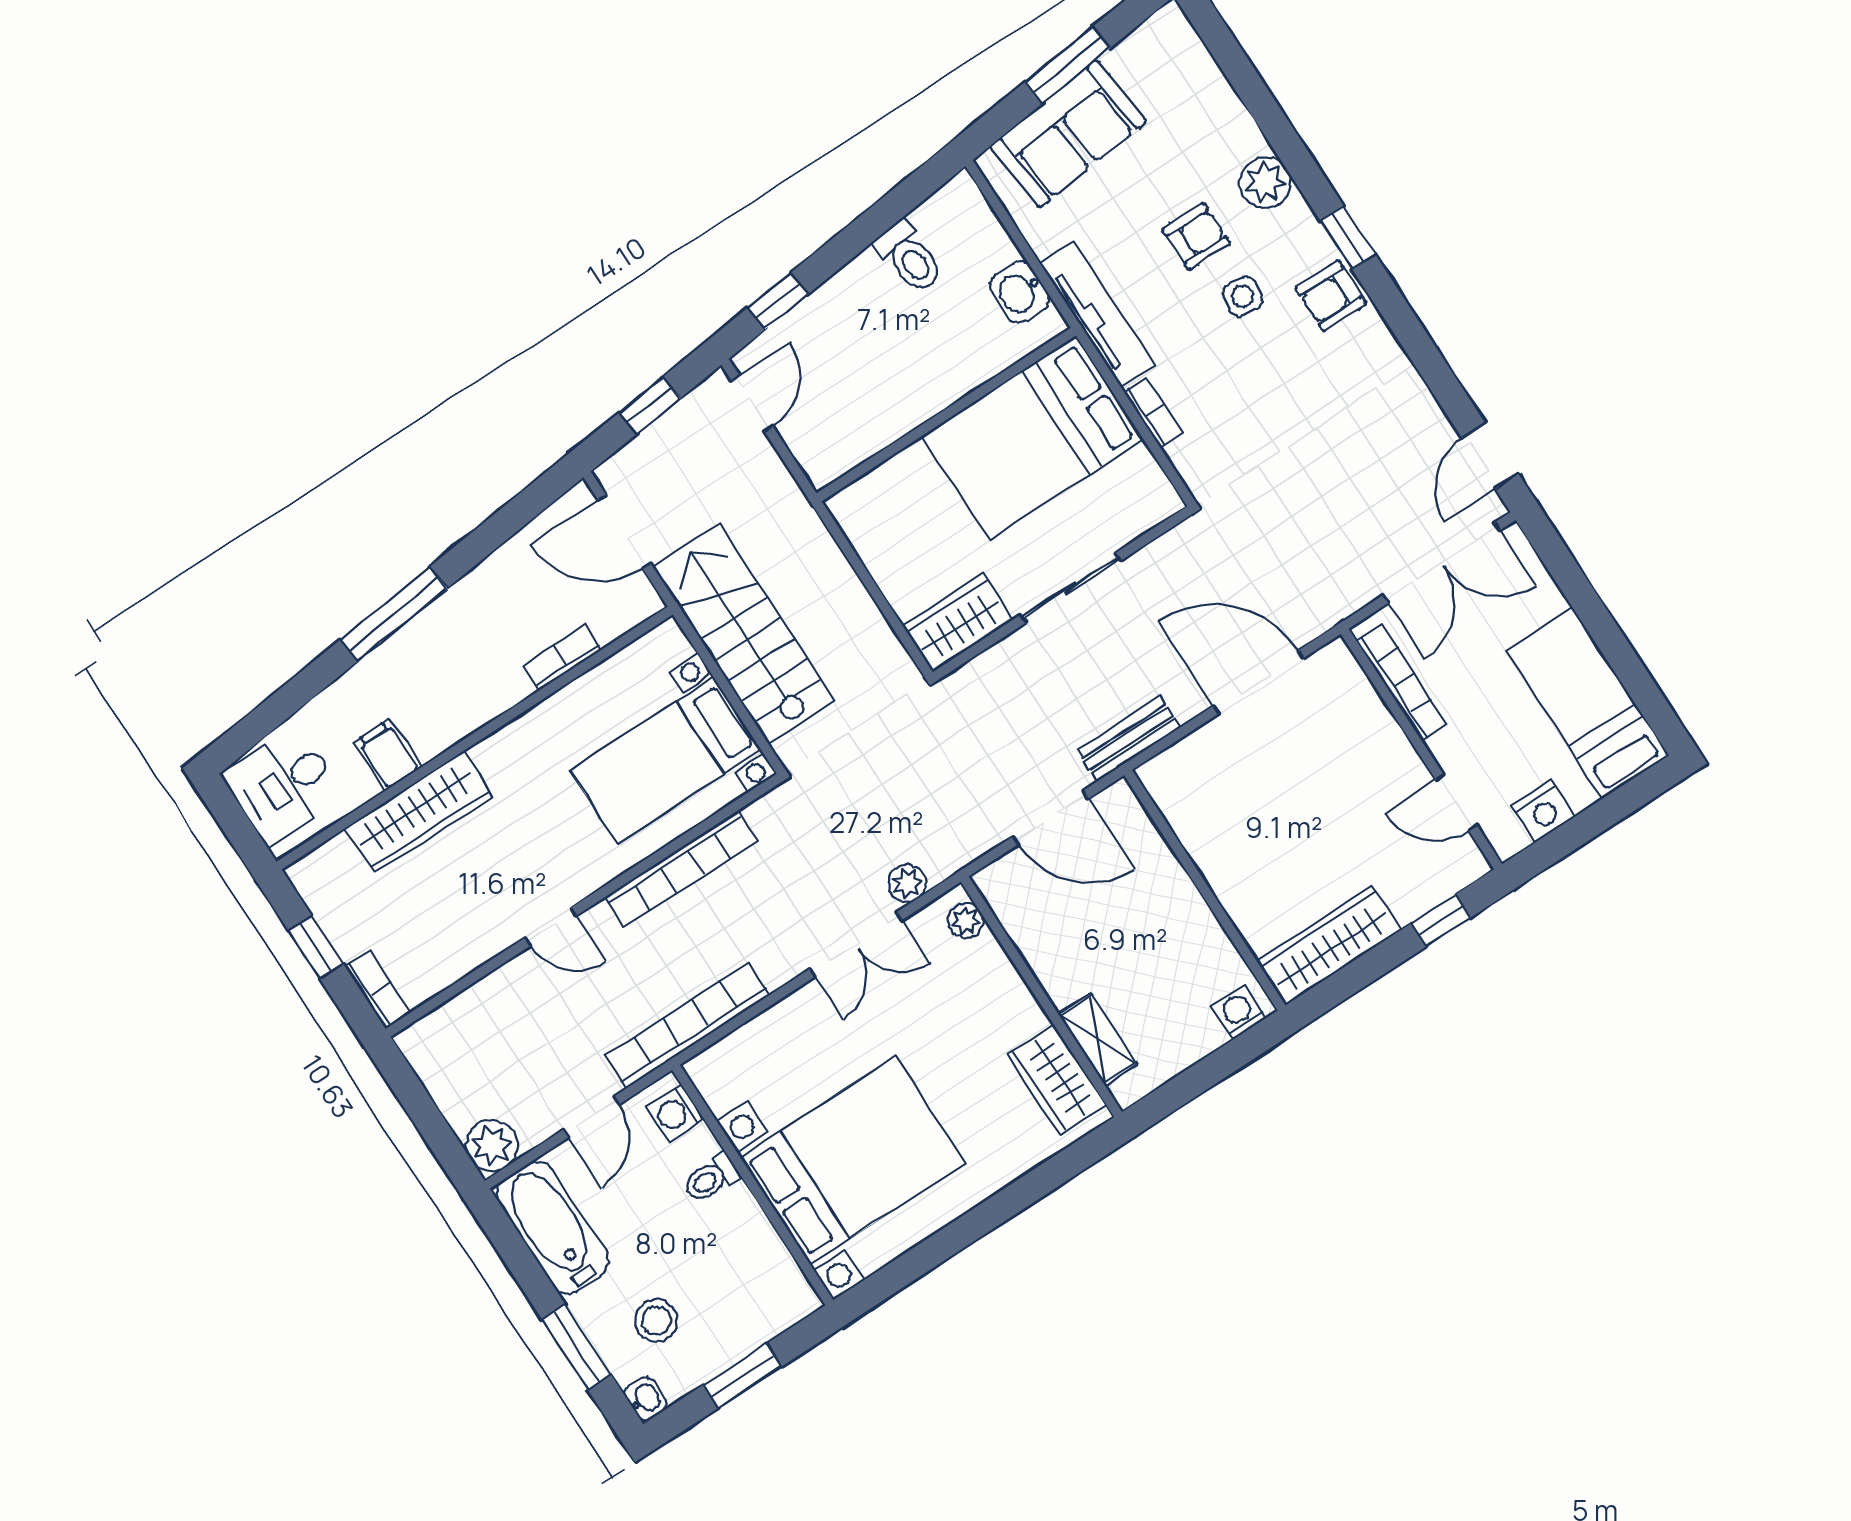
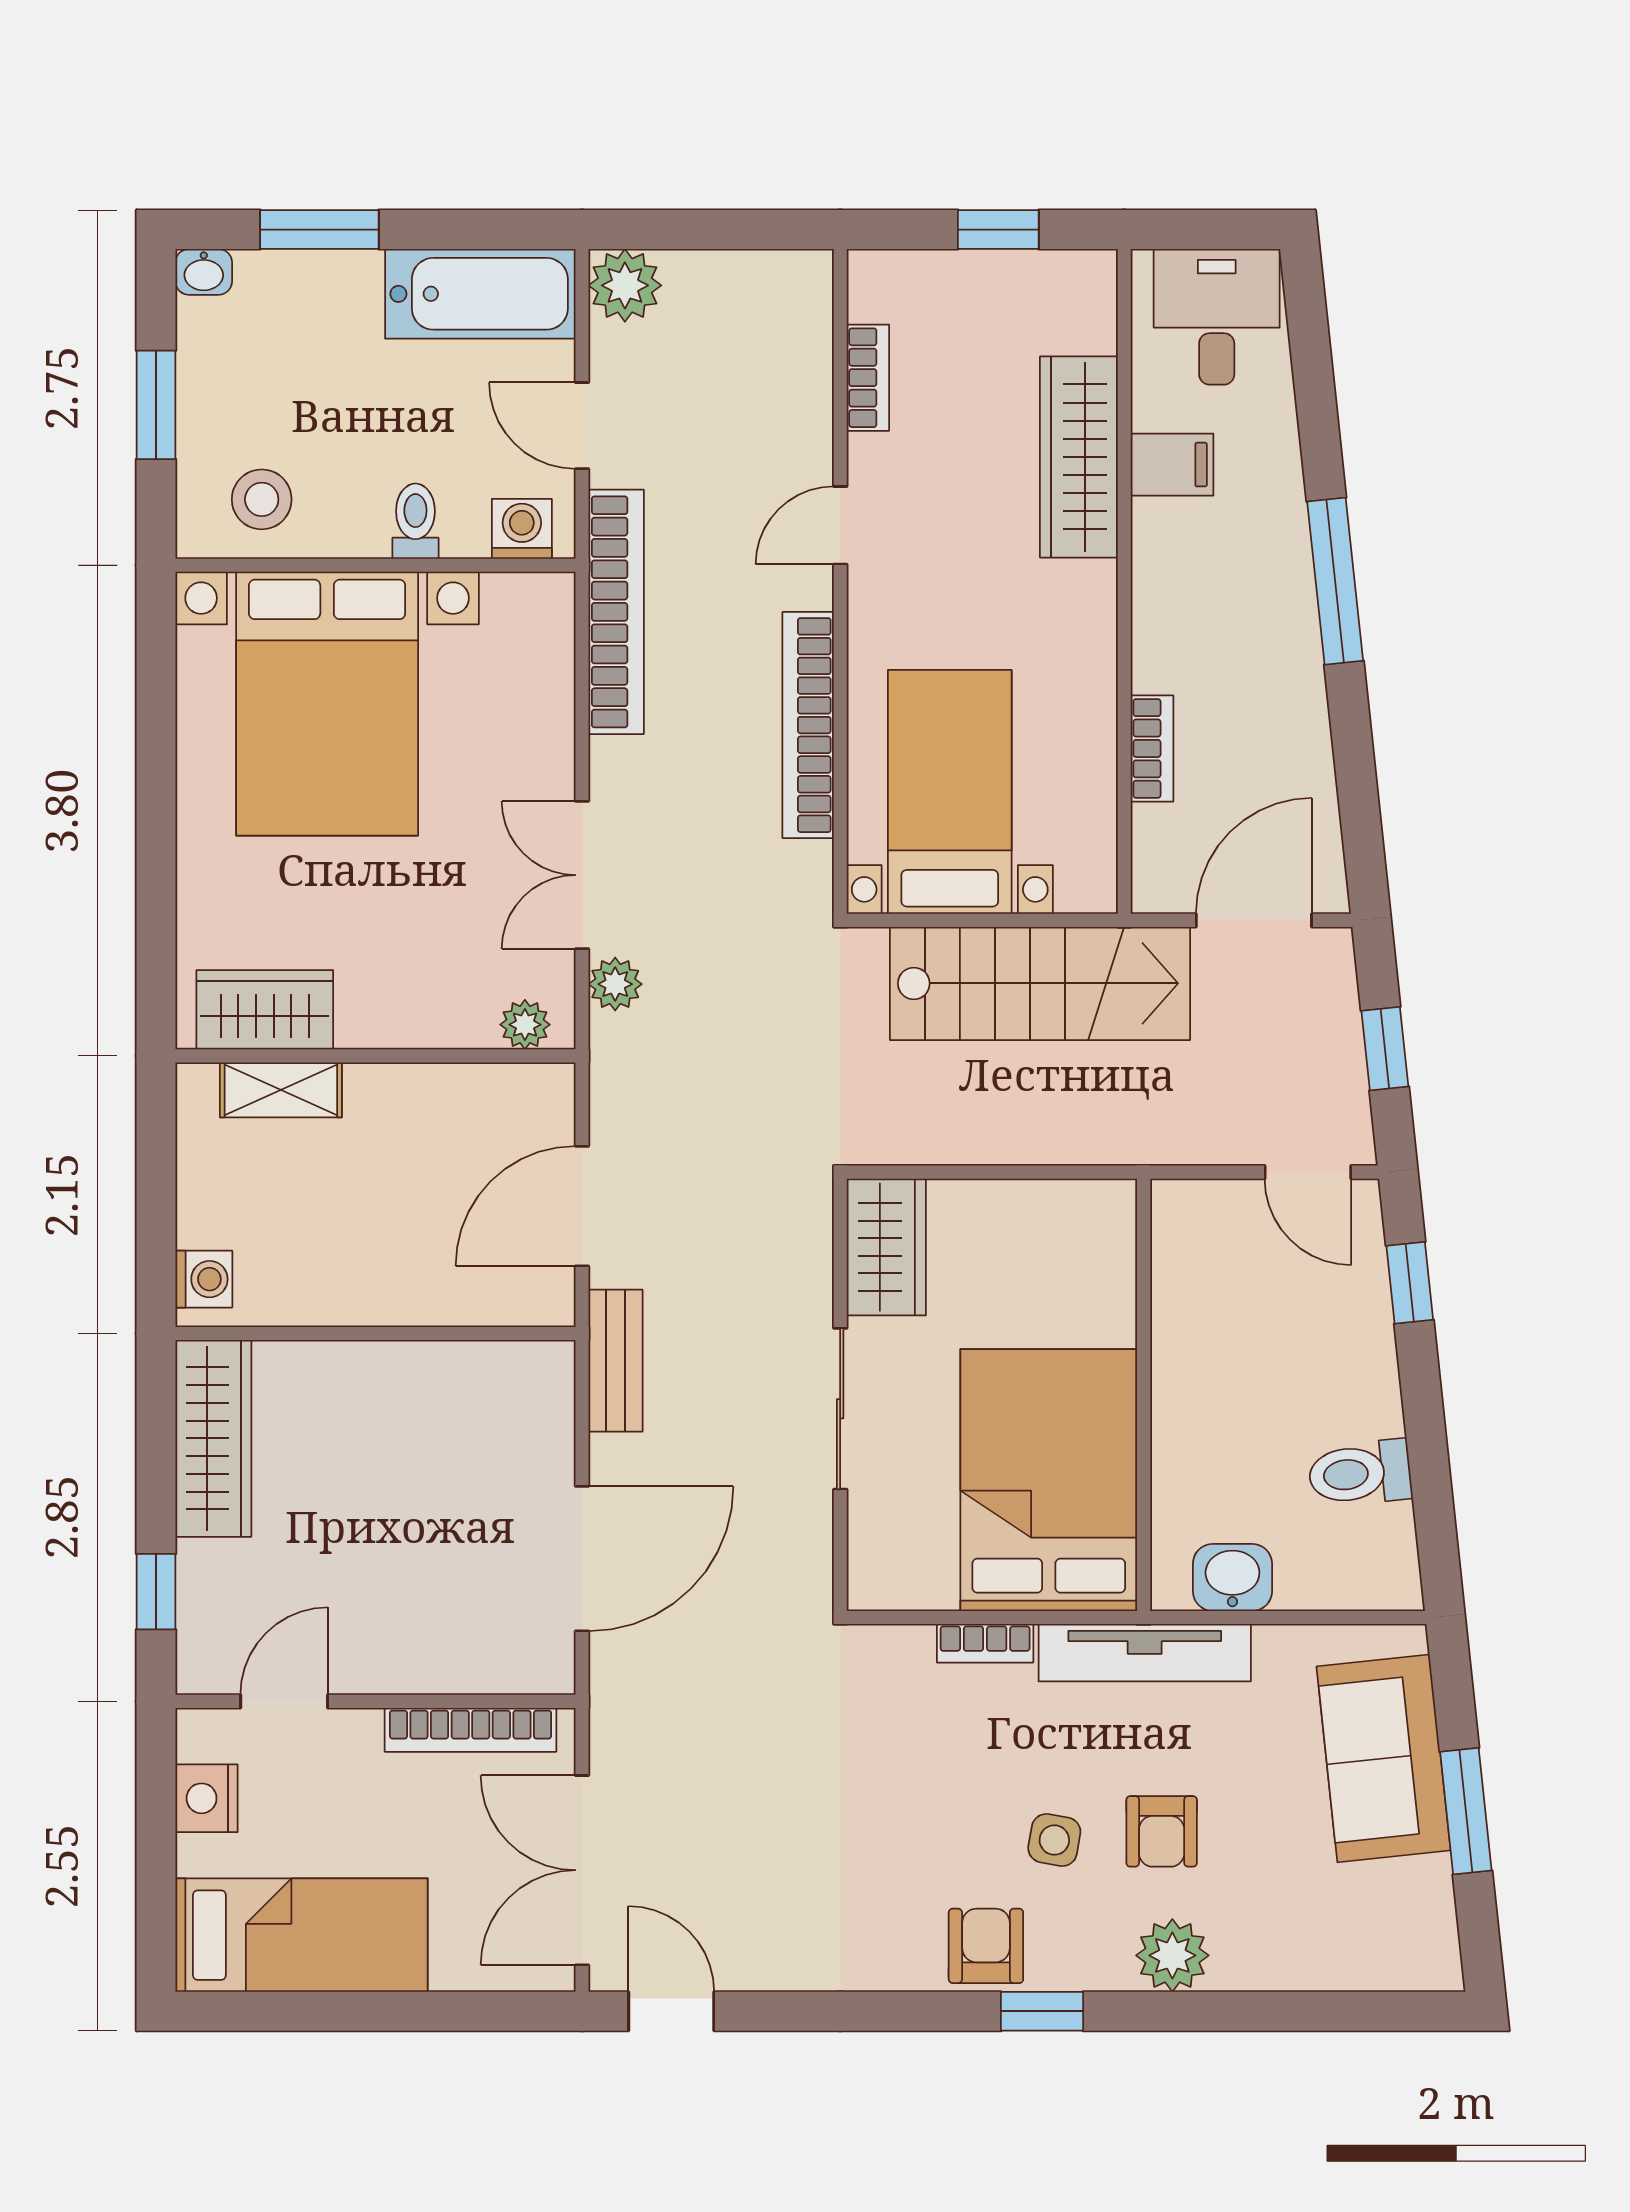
bookcase: (378, 990) -> (868, 378), moved, turned -90
stool: (656, 1321) -> (262, 499), moved

